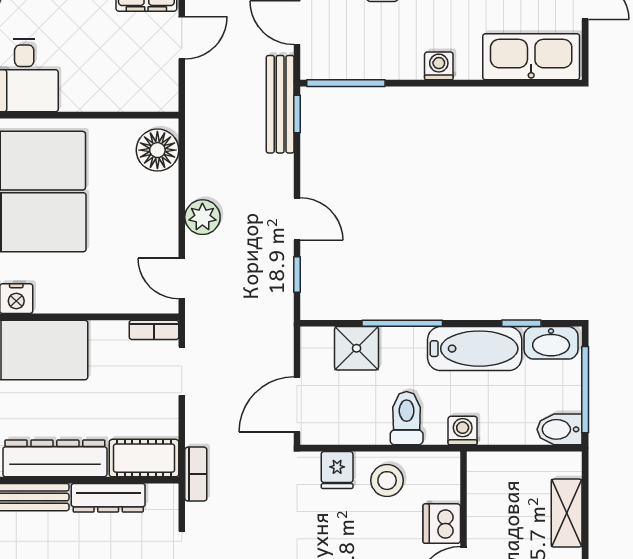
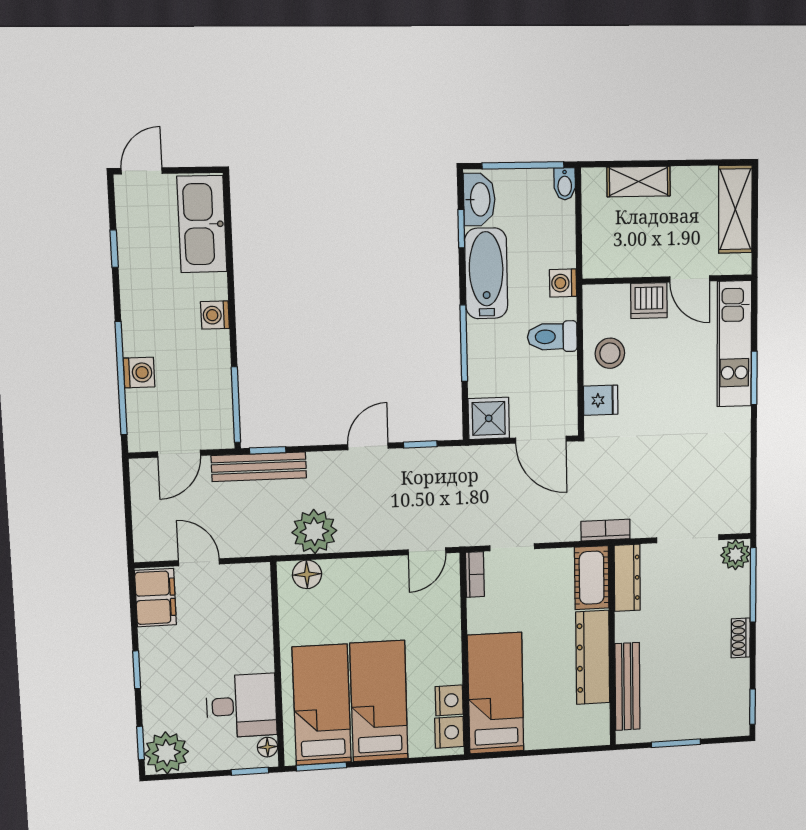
floor lamp: (157, 150) -> (307, 574), width x0.73, depth x0.73
plant: (202, 217) -> (314, 532), moved, width x1.36, depth x1.36
shower: (357, 348) -> (489, 418), moved
bidet: (559, 429) -> (565, 184), width x0.72, depth x0.74
dresser: (108, 498) -> (627, 578), moved

